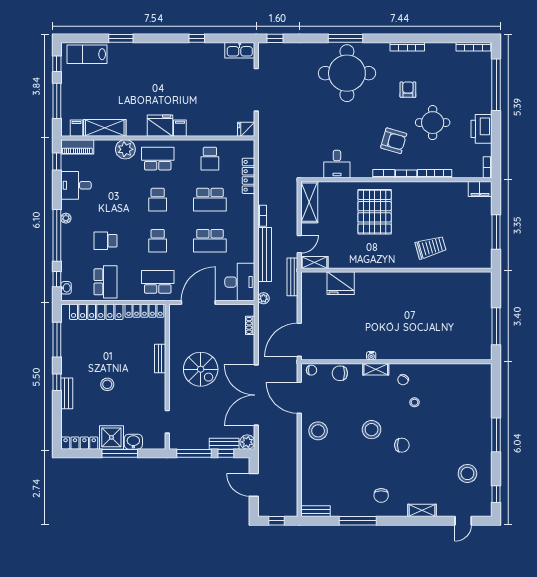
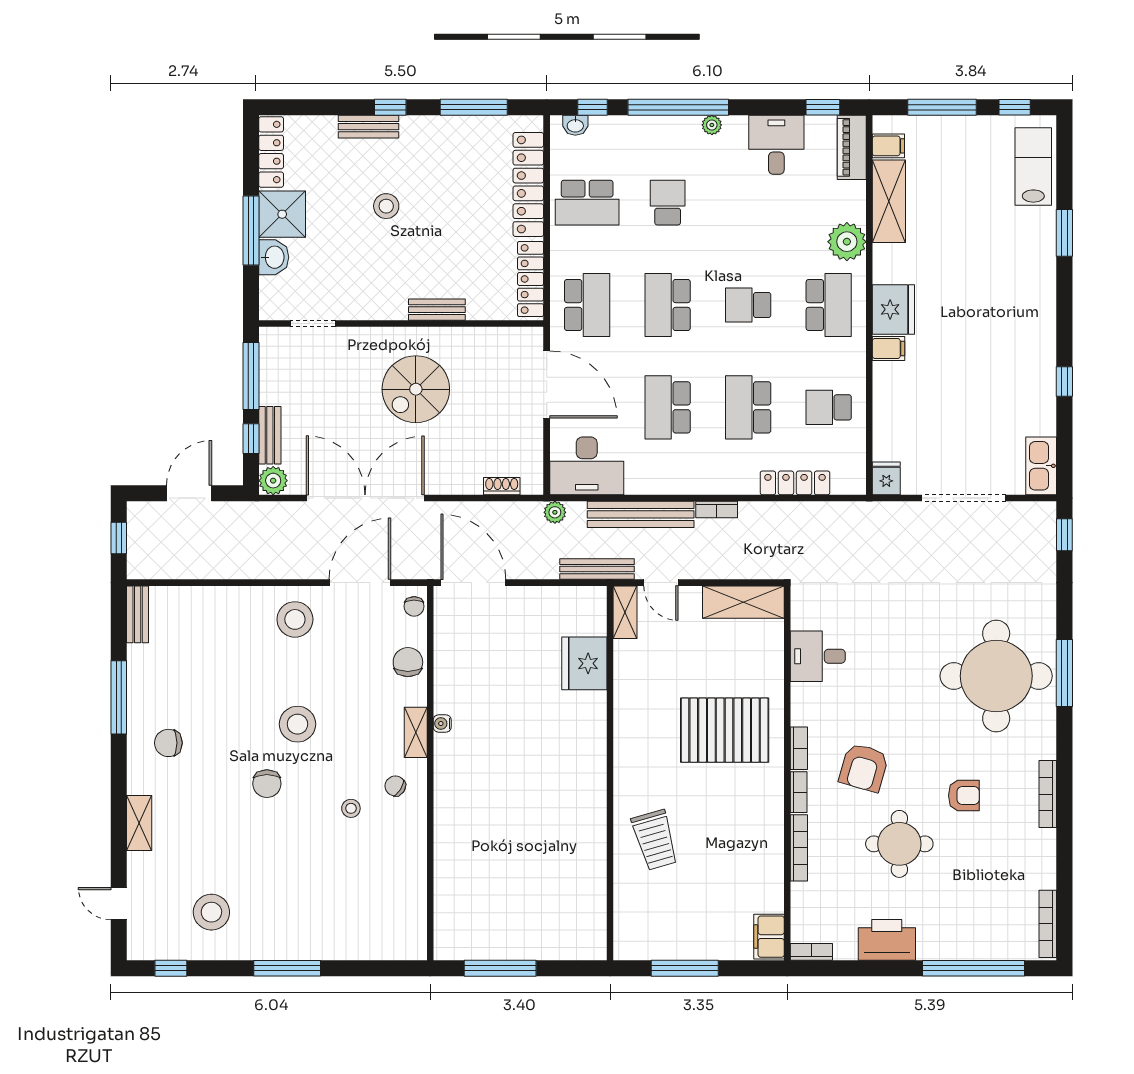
school desk: (158, 241) -> (668, 305), width x1.85

